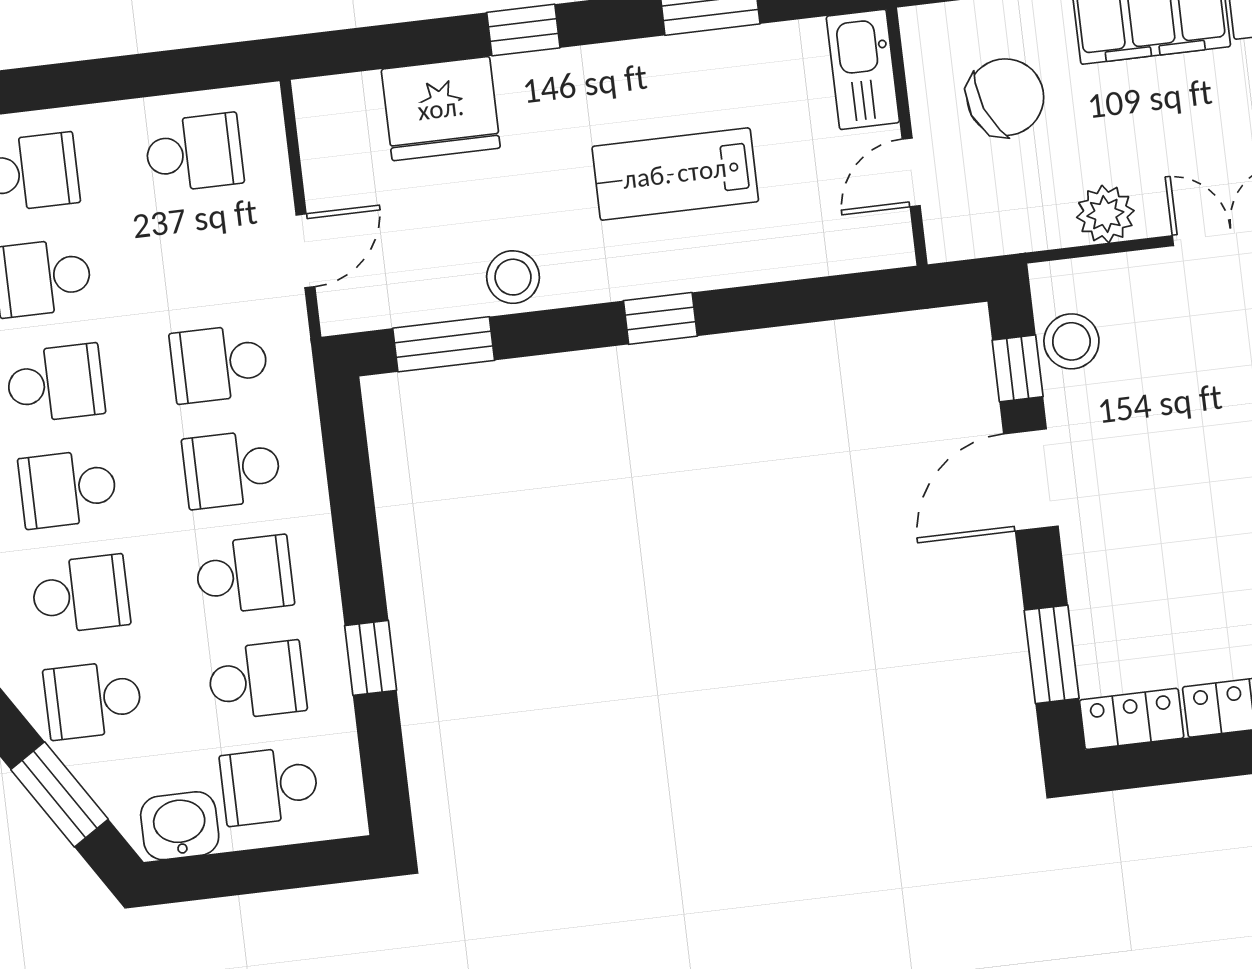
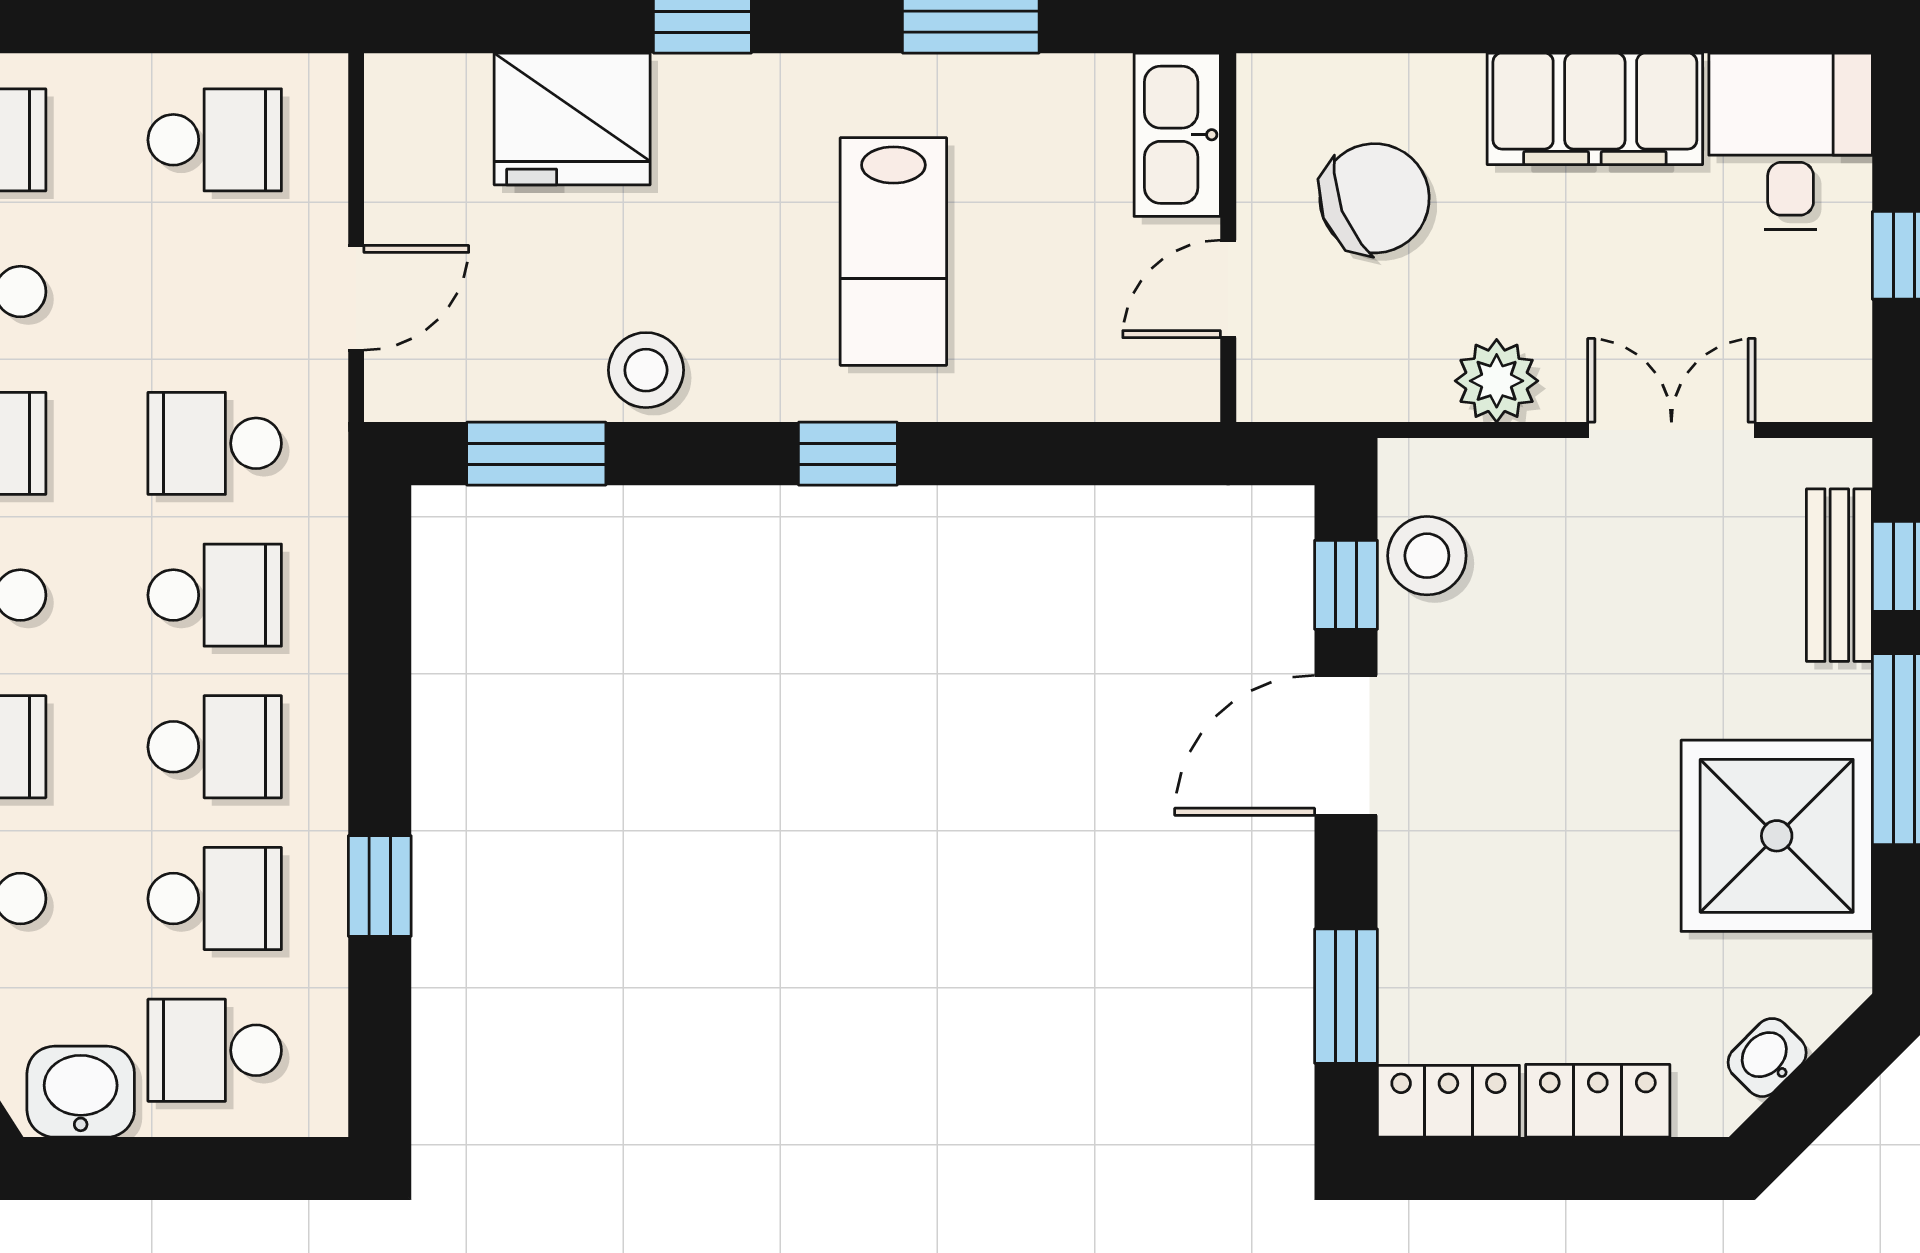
lab bench: (675, 174) -> (893, 251), turned -90
school desk: (232, 469) -> (215, 595), turned 180

